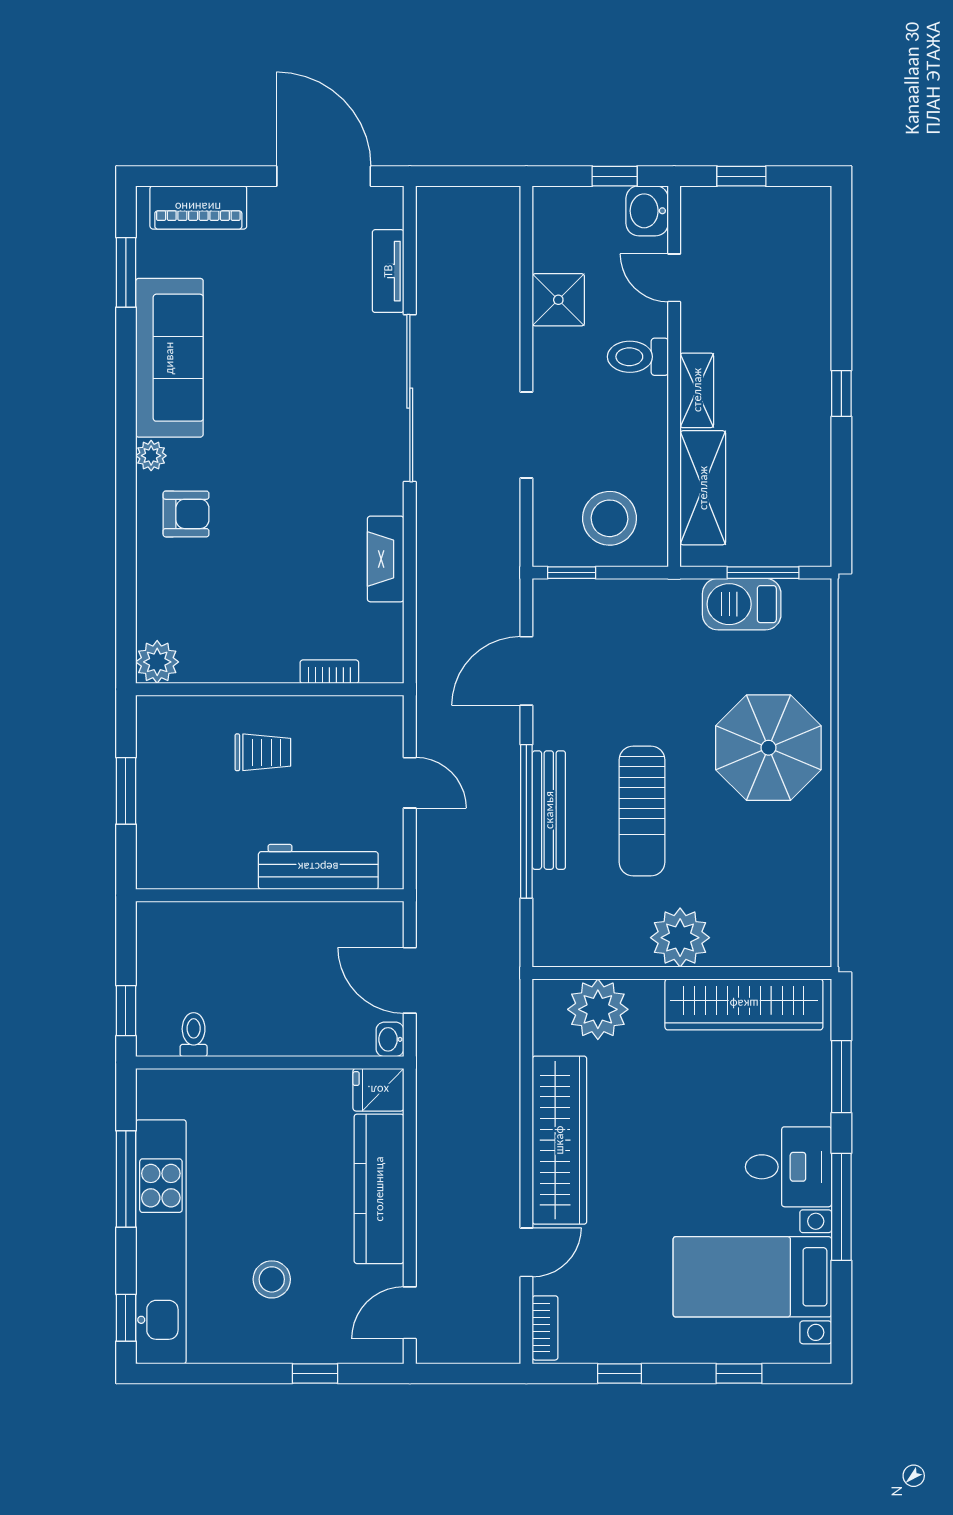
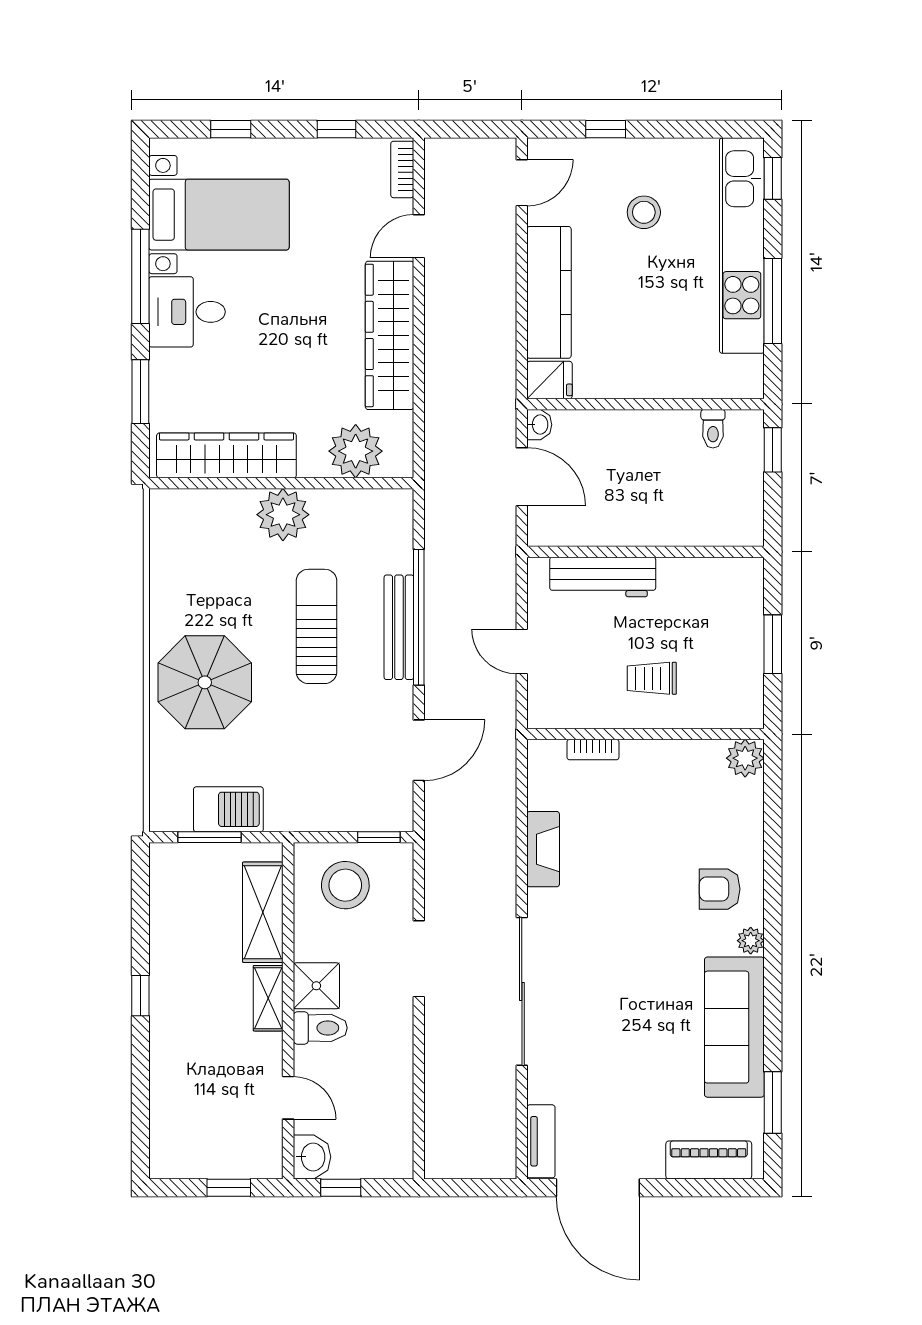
tv unit: (388, 271) -> (541, 1141), moved
shower: (558, 300) -> (316, 986), moved

